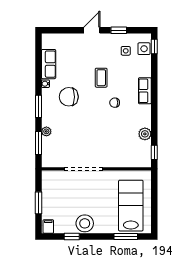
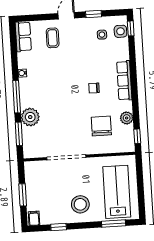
row of seats: (49, 64) -> (23, 37), moved
coffee table: (101, 78) -> (53, 38), moved
row of seats: (145, 91) -> (124, 81), width x1.48
chair: (69, 97) -> (101, 126), moved, turned 90
window: (38, 106) -> (17, 97), width x1.44
plant: (46, 131) -> (30, 117), width x1.88, depth x1.88
stool: (85, 223) -> (80, 204), moved

